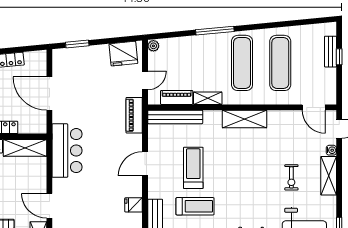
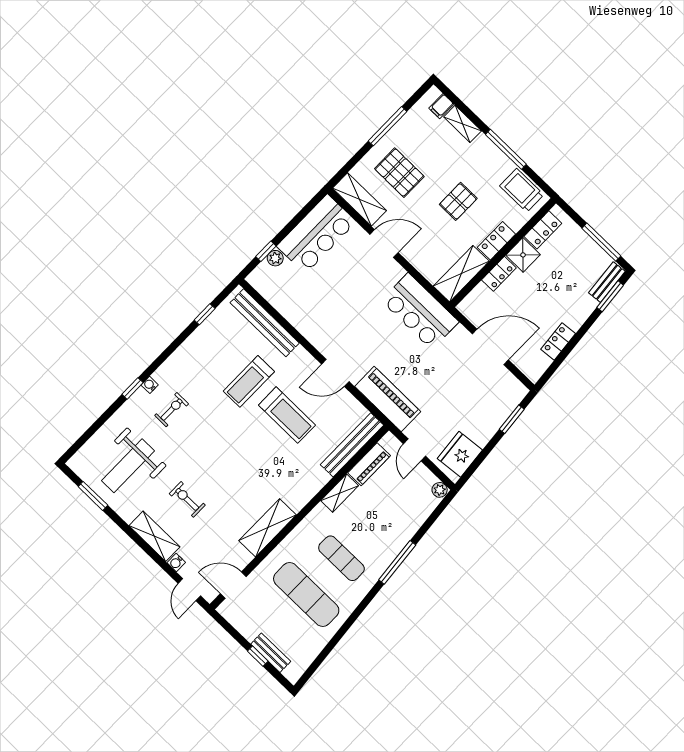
exercise mat: (242, 63) -> (341, 558), width x0.73, depth x0.69
piano: (134, 115) -> (388, 399), width x1.37, depth x1.33
shelving: (245, 119) -> (268, 528), moved
door: (145, 164) -> (335, 373), swing flipped
fridge: (134, 205) -> (307, 324), removed

